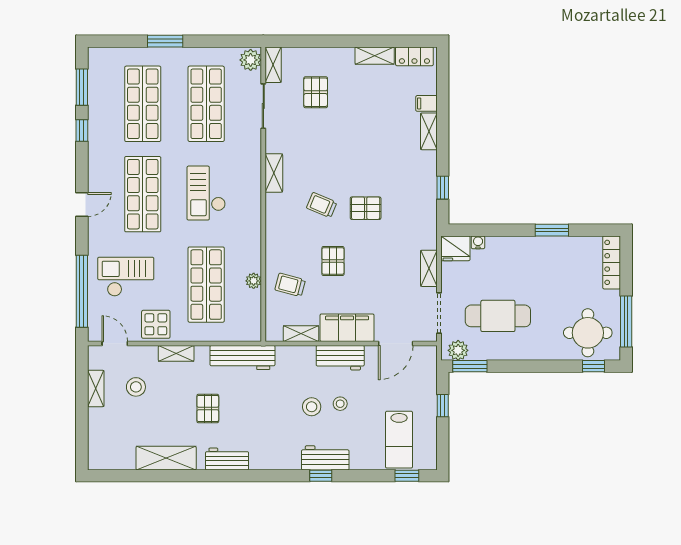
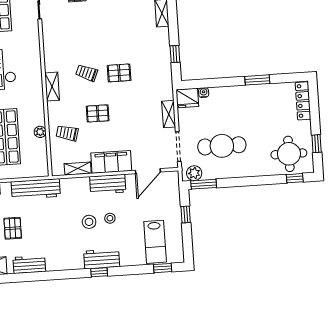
shelving: (274, 173) -> (52, 87), moved
pallet: (333, 261) -> (98, 113), turned 90
window: (626, 321) -> (317, 144), width x0.46

